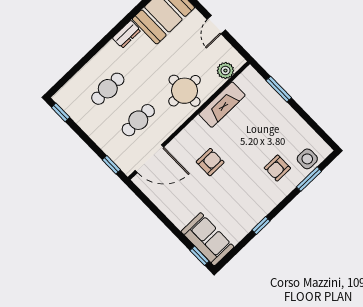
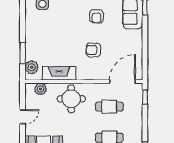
plant: (256, 84) -> (32, 67), added
door: (149, 159) -> (123, 82), hinge flipped
armchair: (277, 168) -> (96, 16), moved, turned 90

